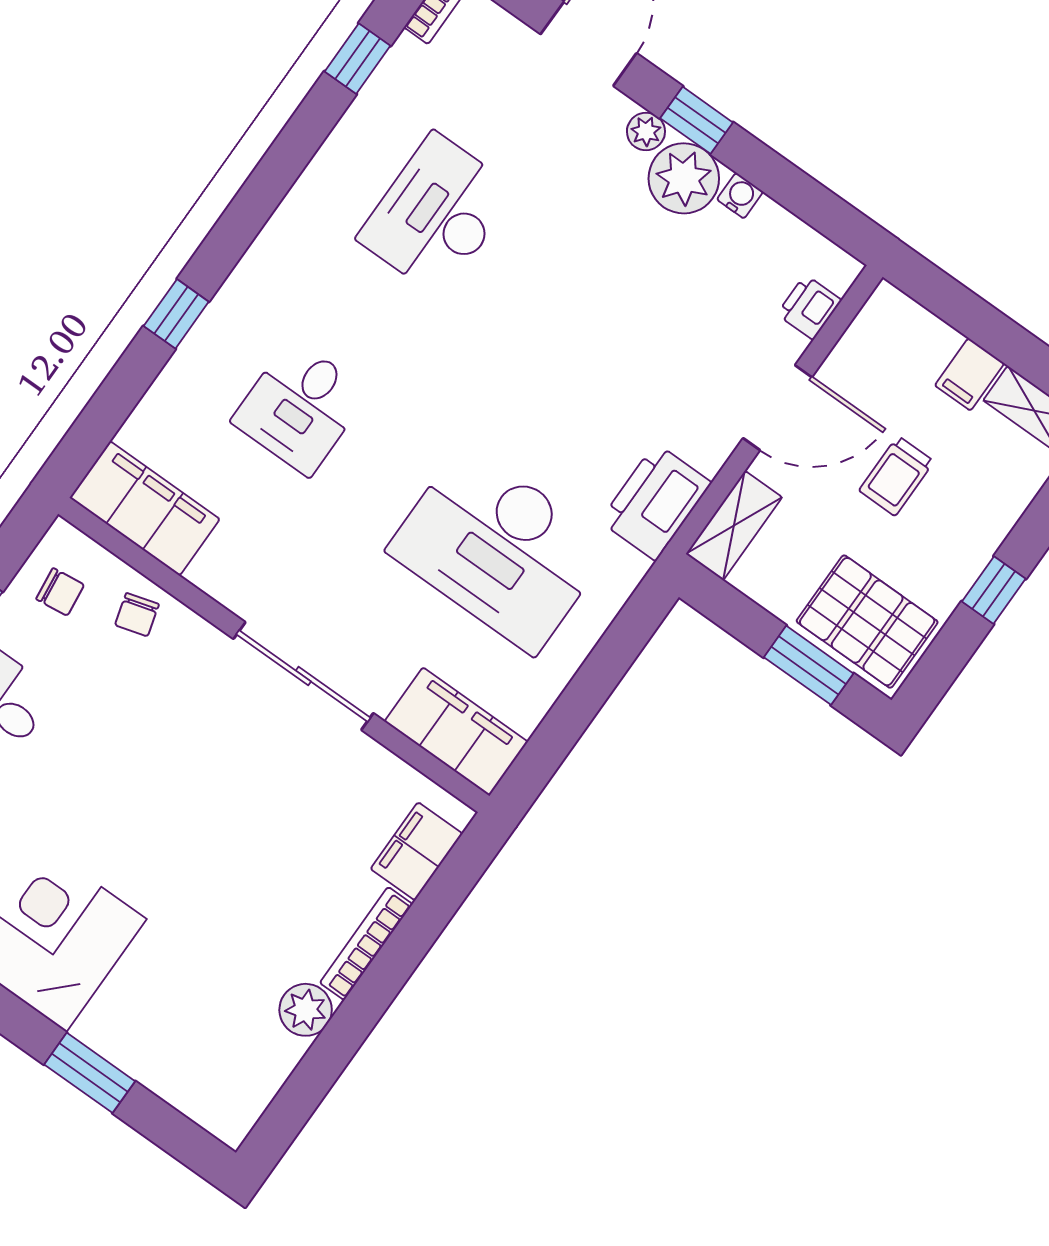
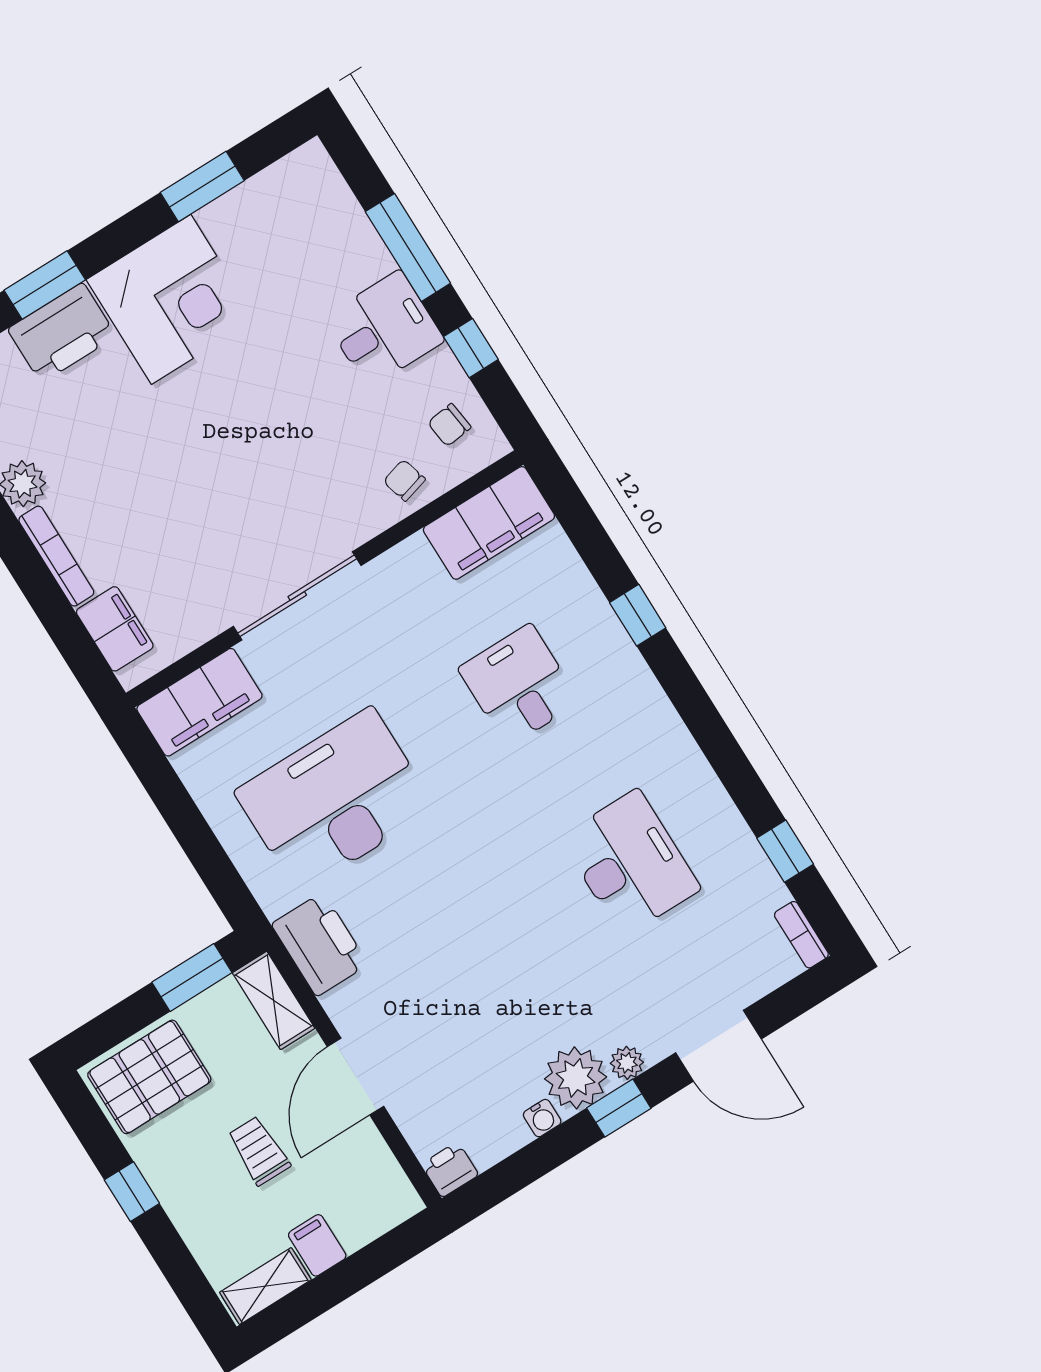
printer: (809, 307) -> (450, 1170), moved, turned -90
window: (809, 665) -> (192, 977), moved
printer: (132, 1034) -> (62, 333), added

